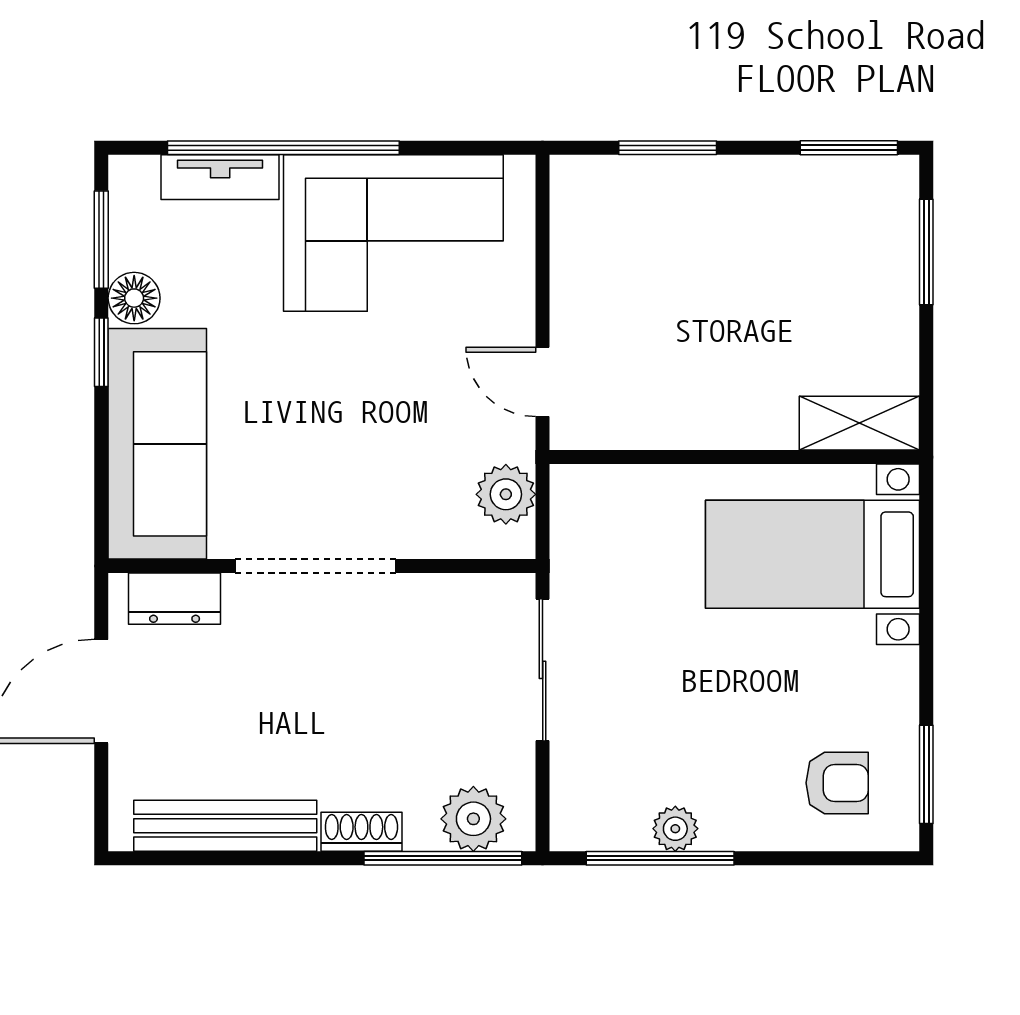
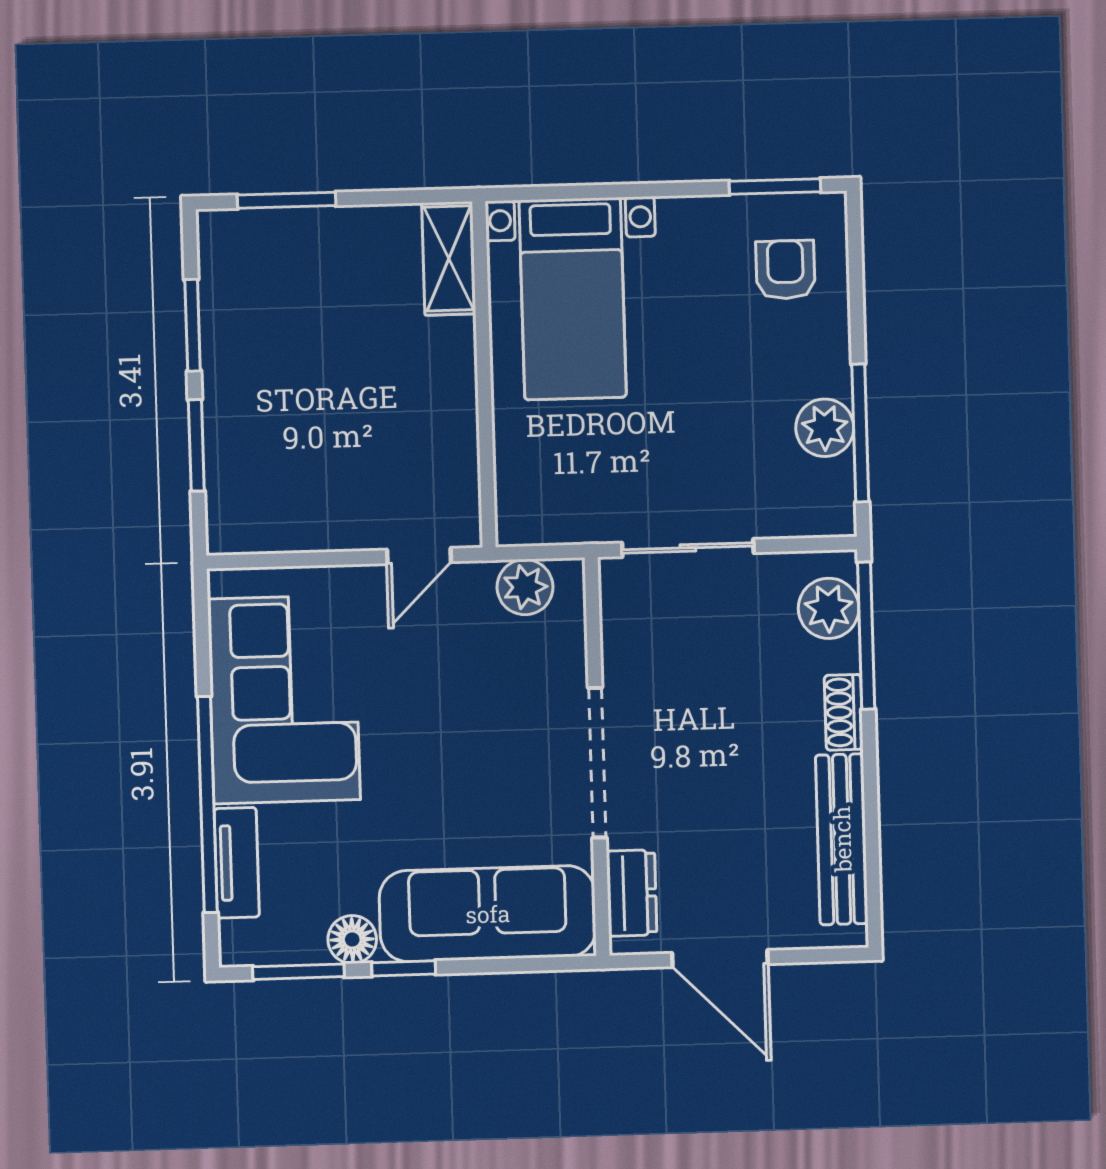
window: (849, 148) -> (193, 325), moved
plant: (675, 829) -> (825, 428), width x1.38, depth x1.38

